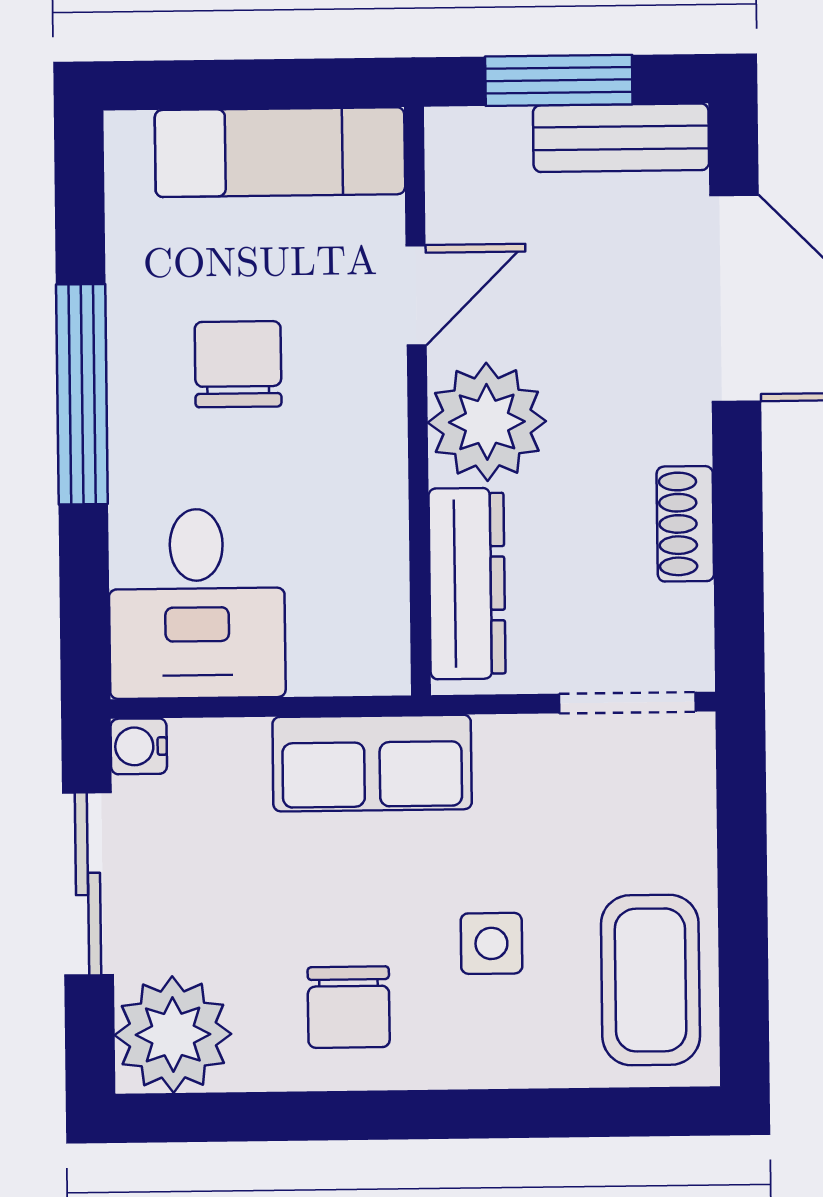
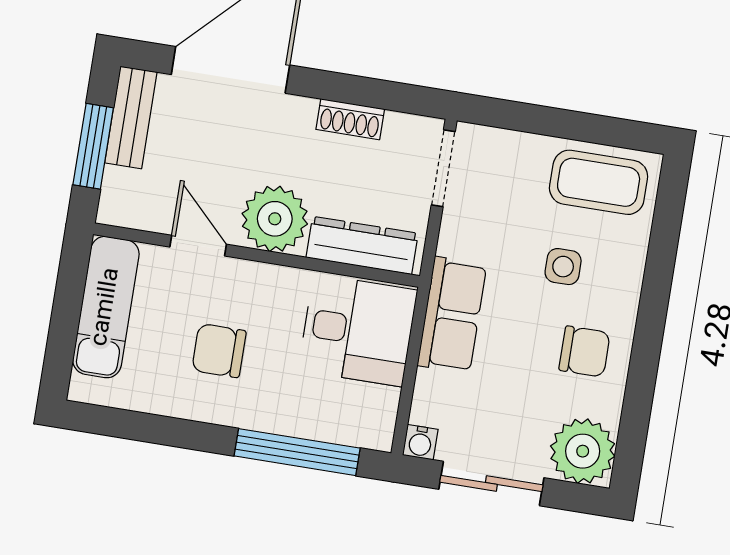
window: (82, 394) -> (297, 452), moved
desk: (197, 604) -> (358, 330), moved

